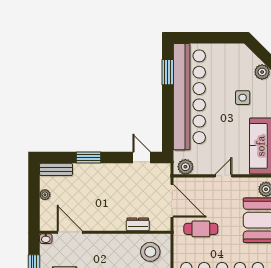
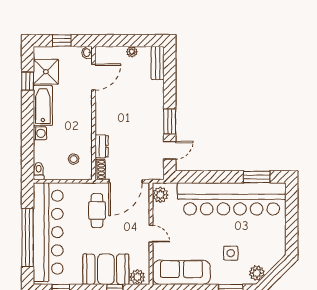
window: (88, 158) -> (170, 121), moved
shoe rack: (160, 226) -> (100, 169), added
stool: (150, 252) -> (74, 159), width x0.53, depth x0.53

